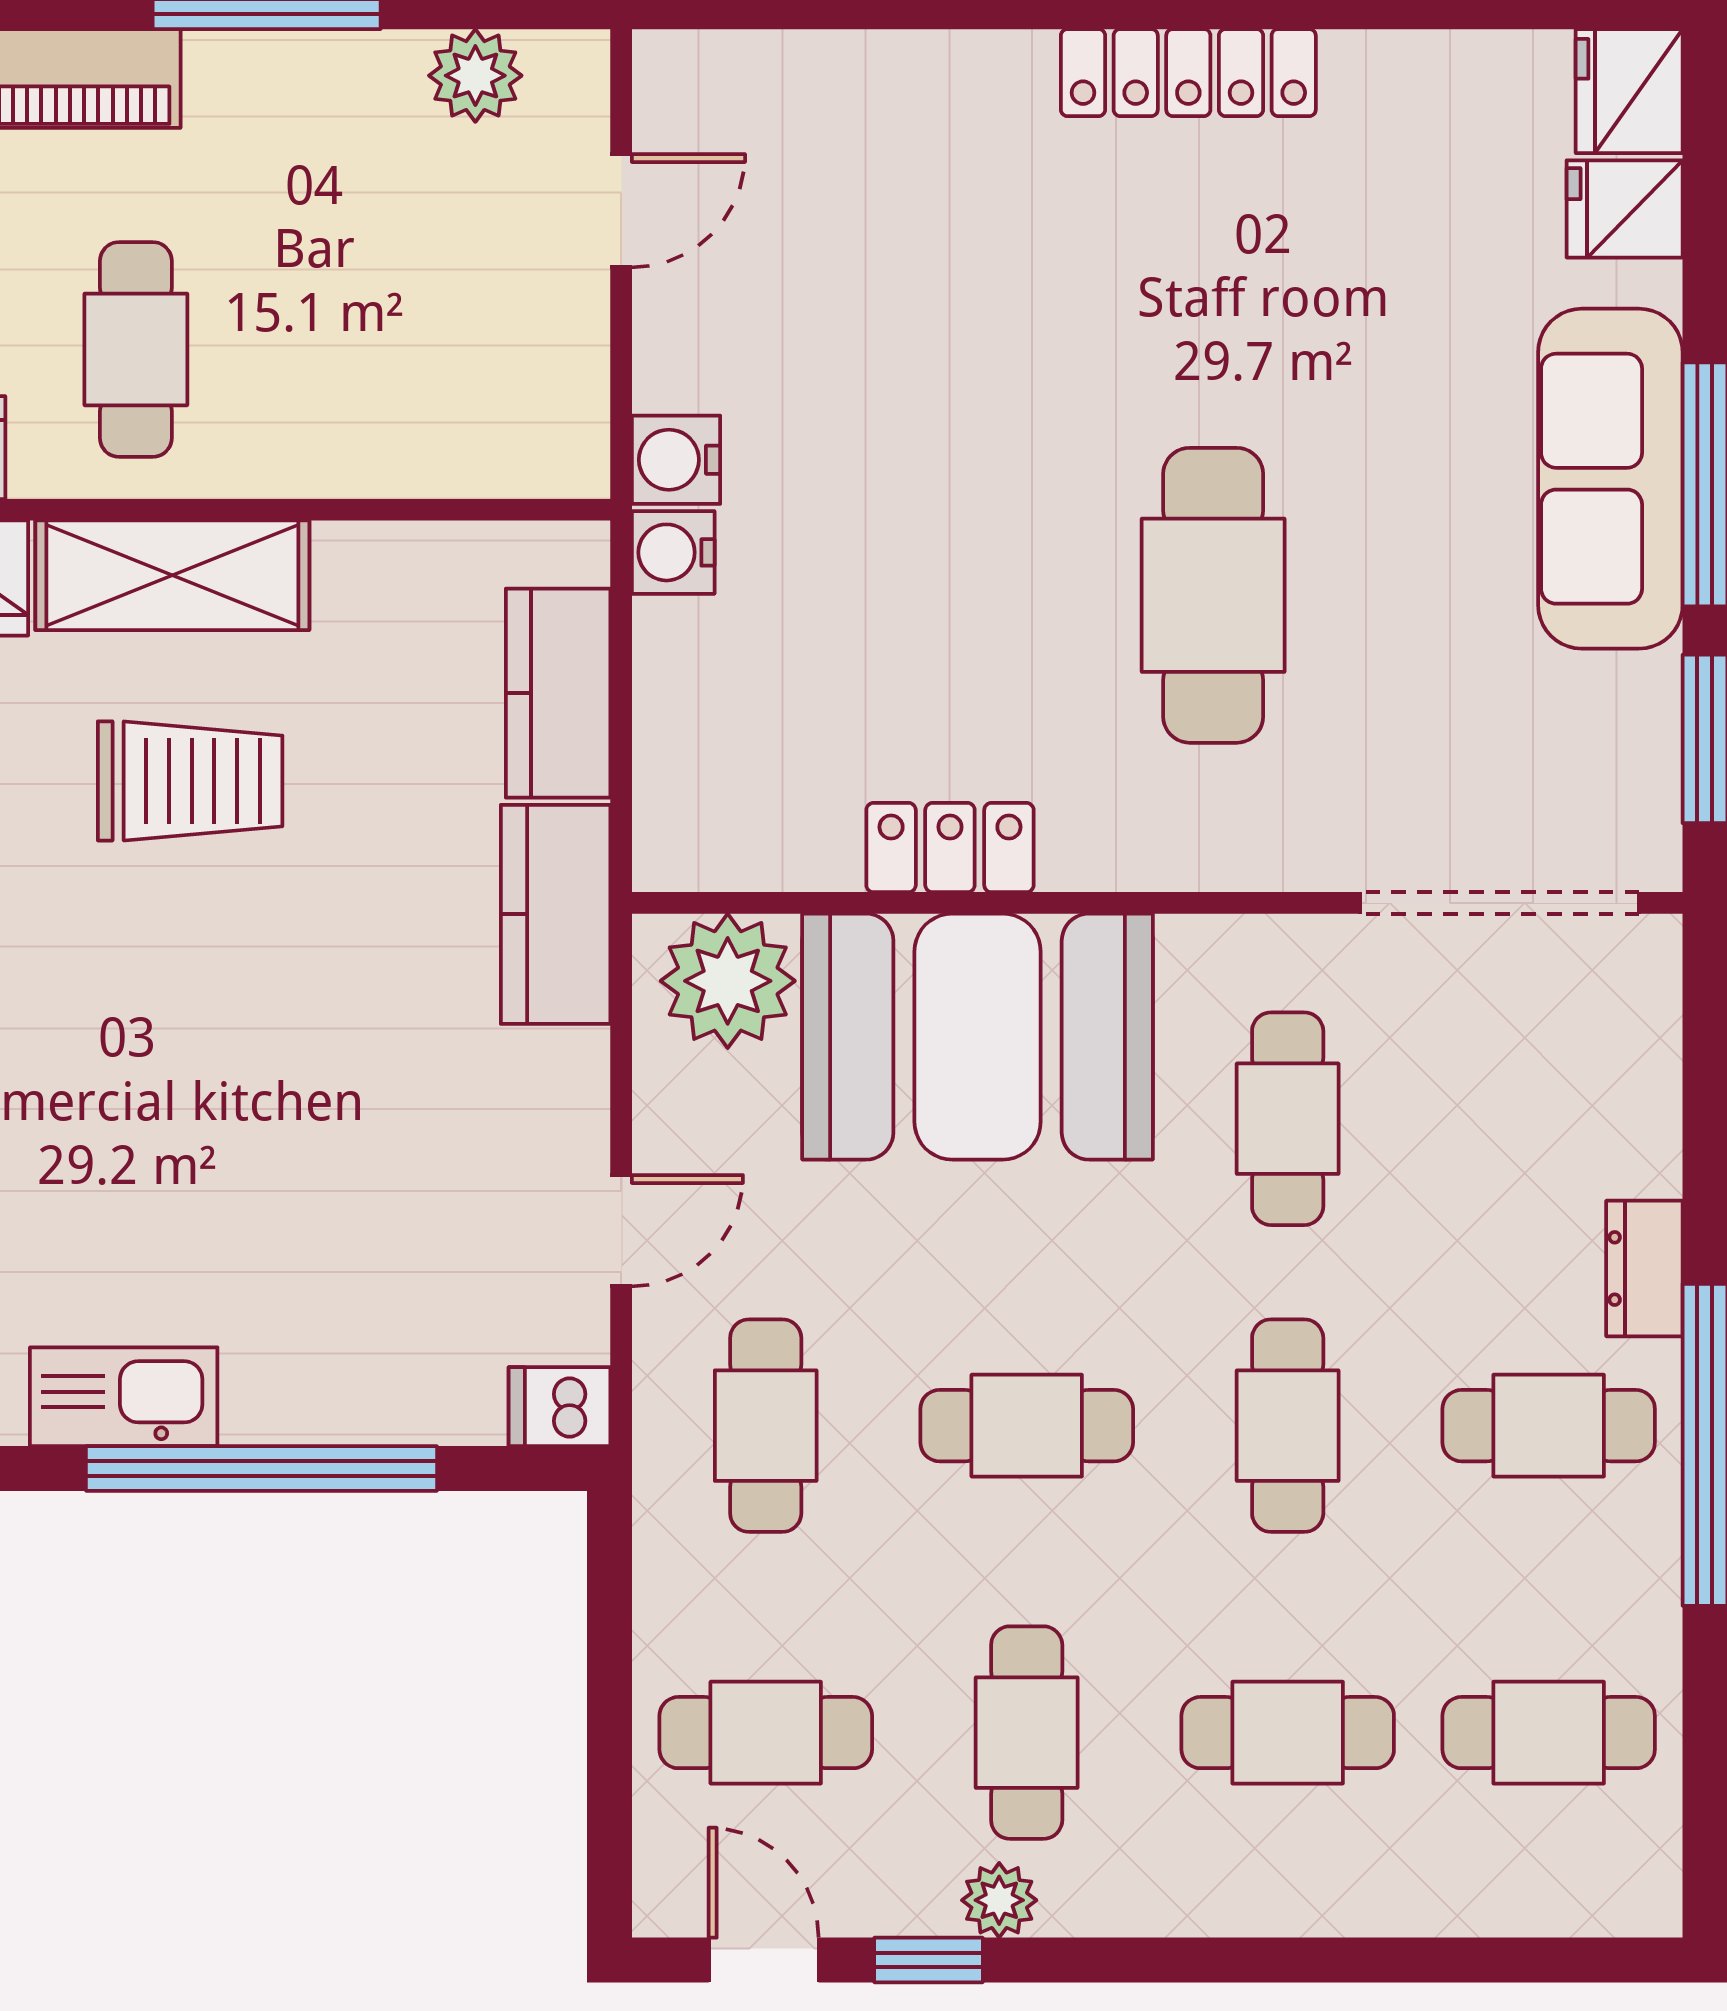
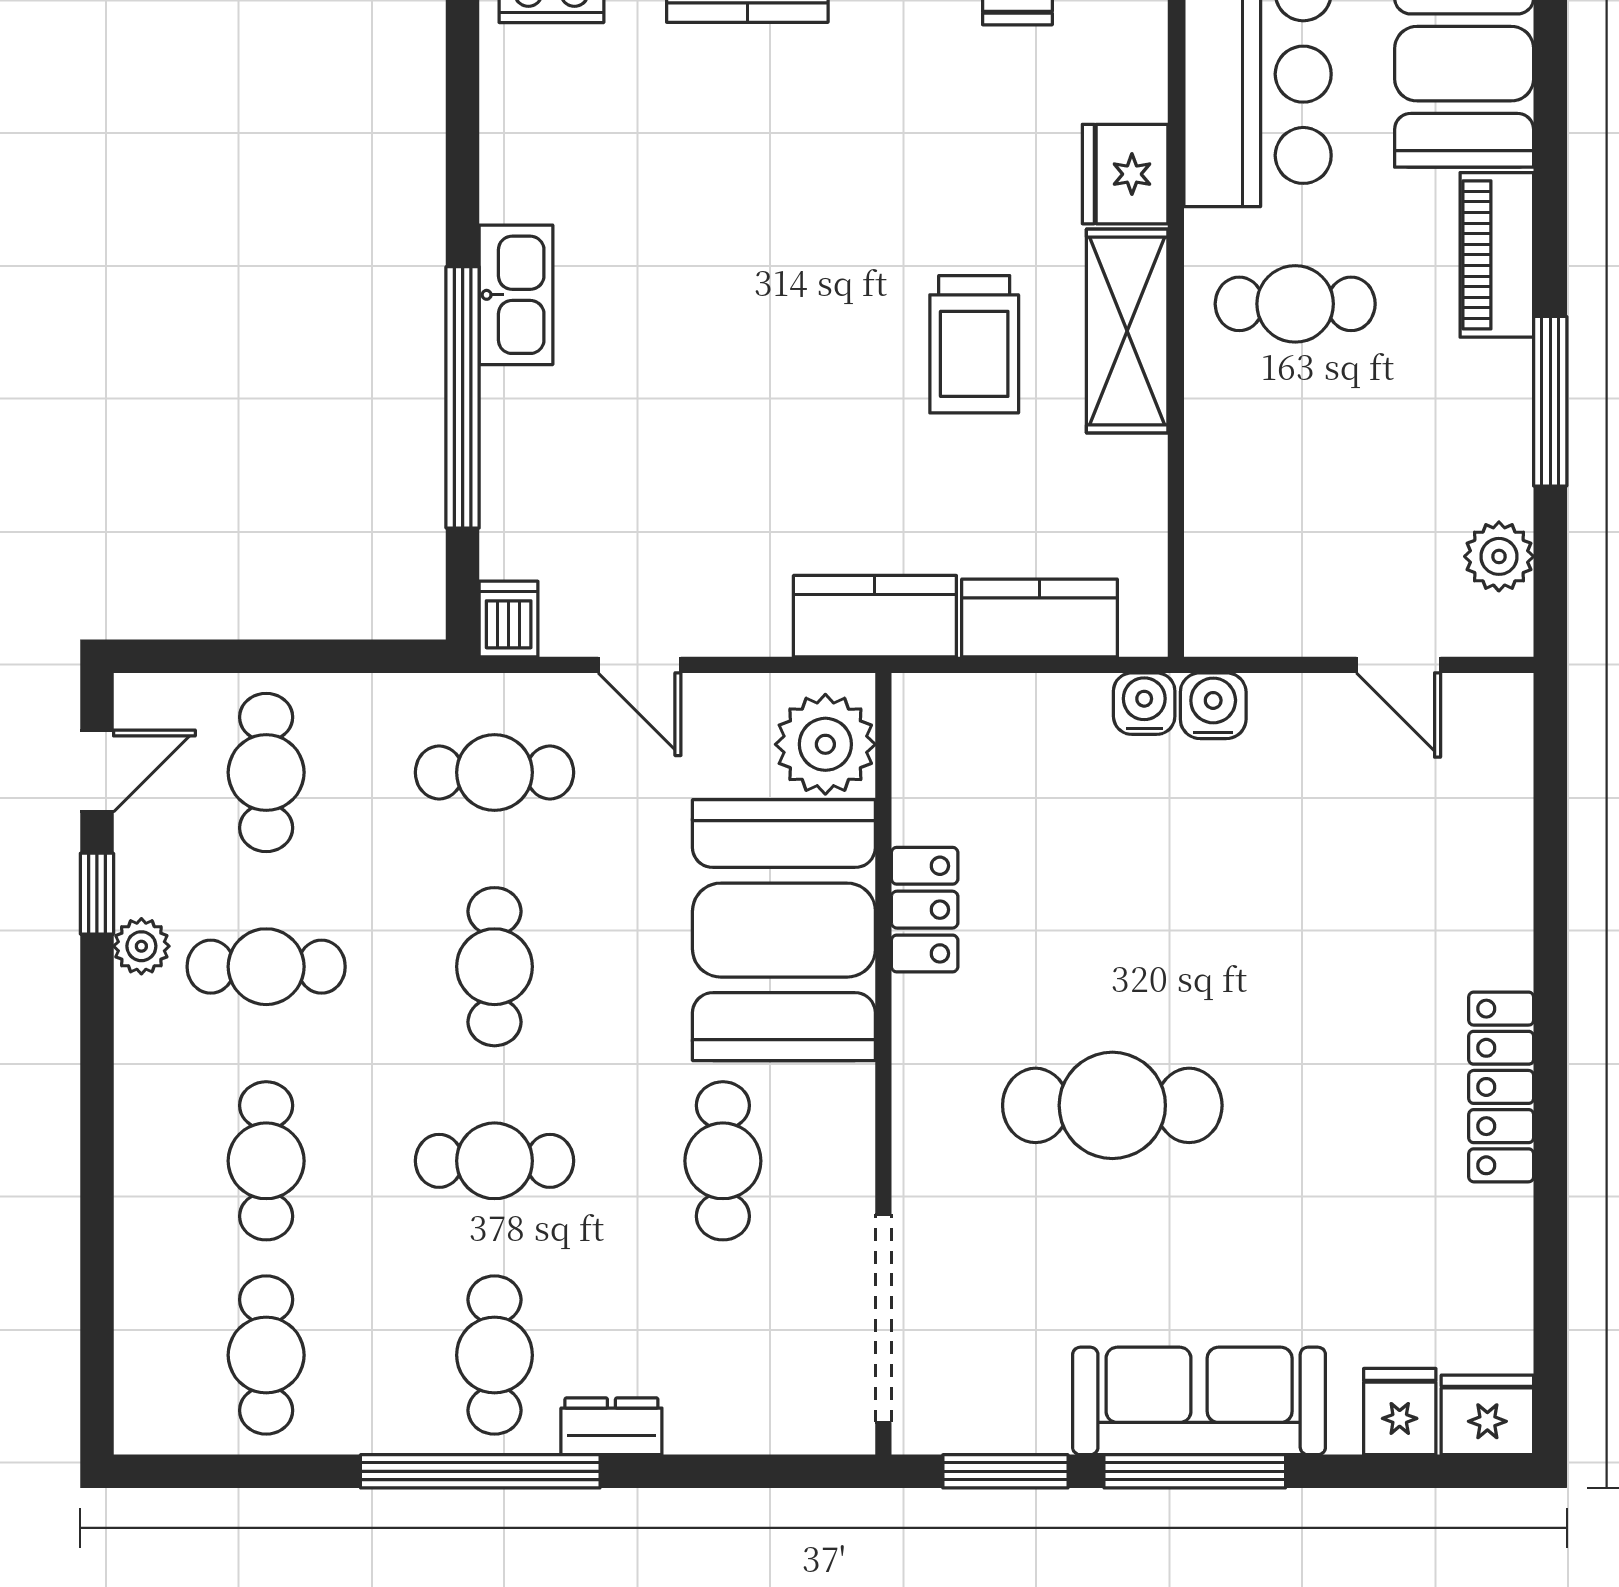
cafe table: (1288, 1119) -> (723, 1161), turned 90

